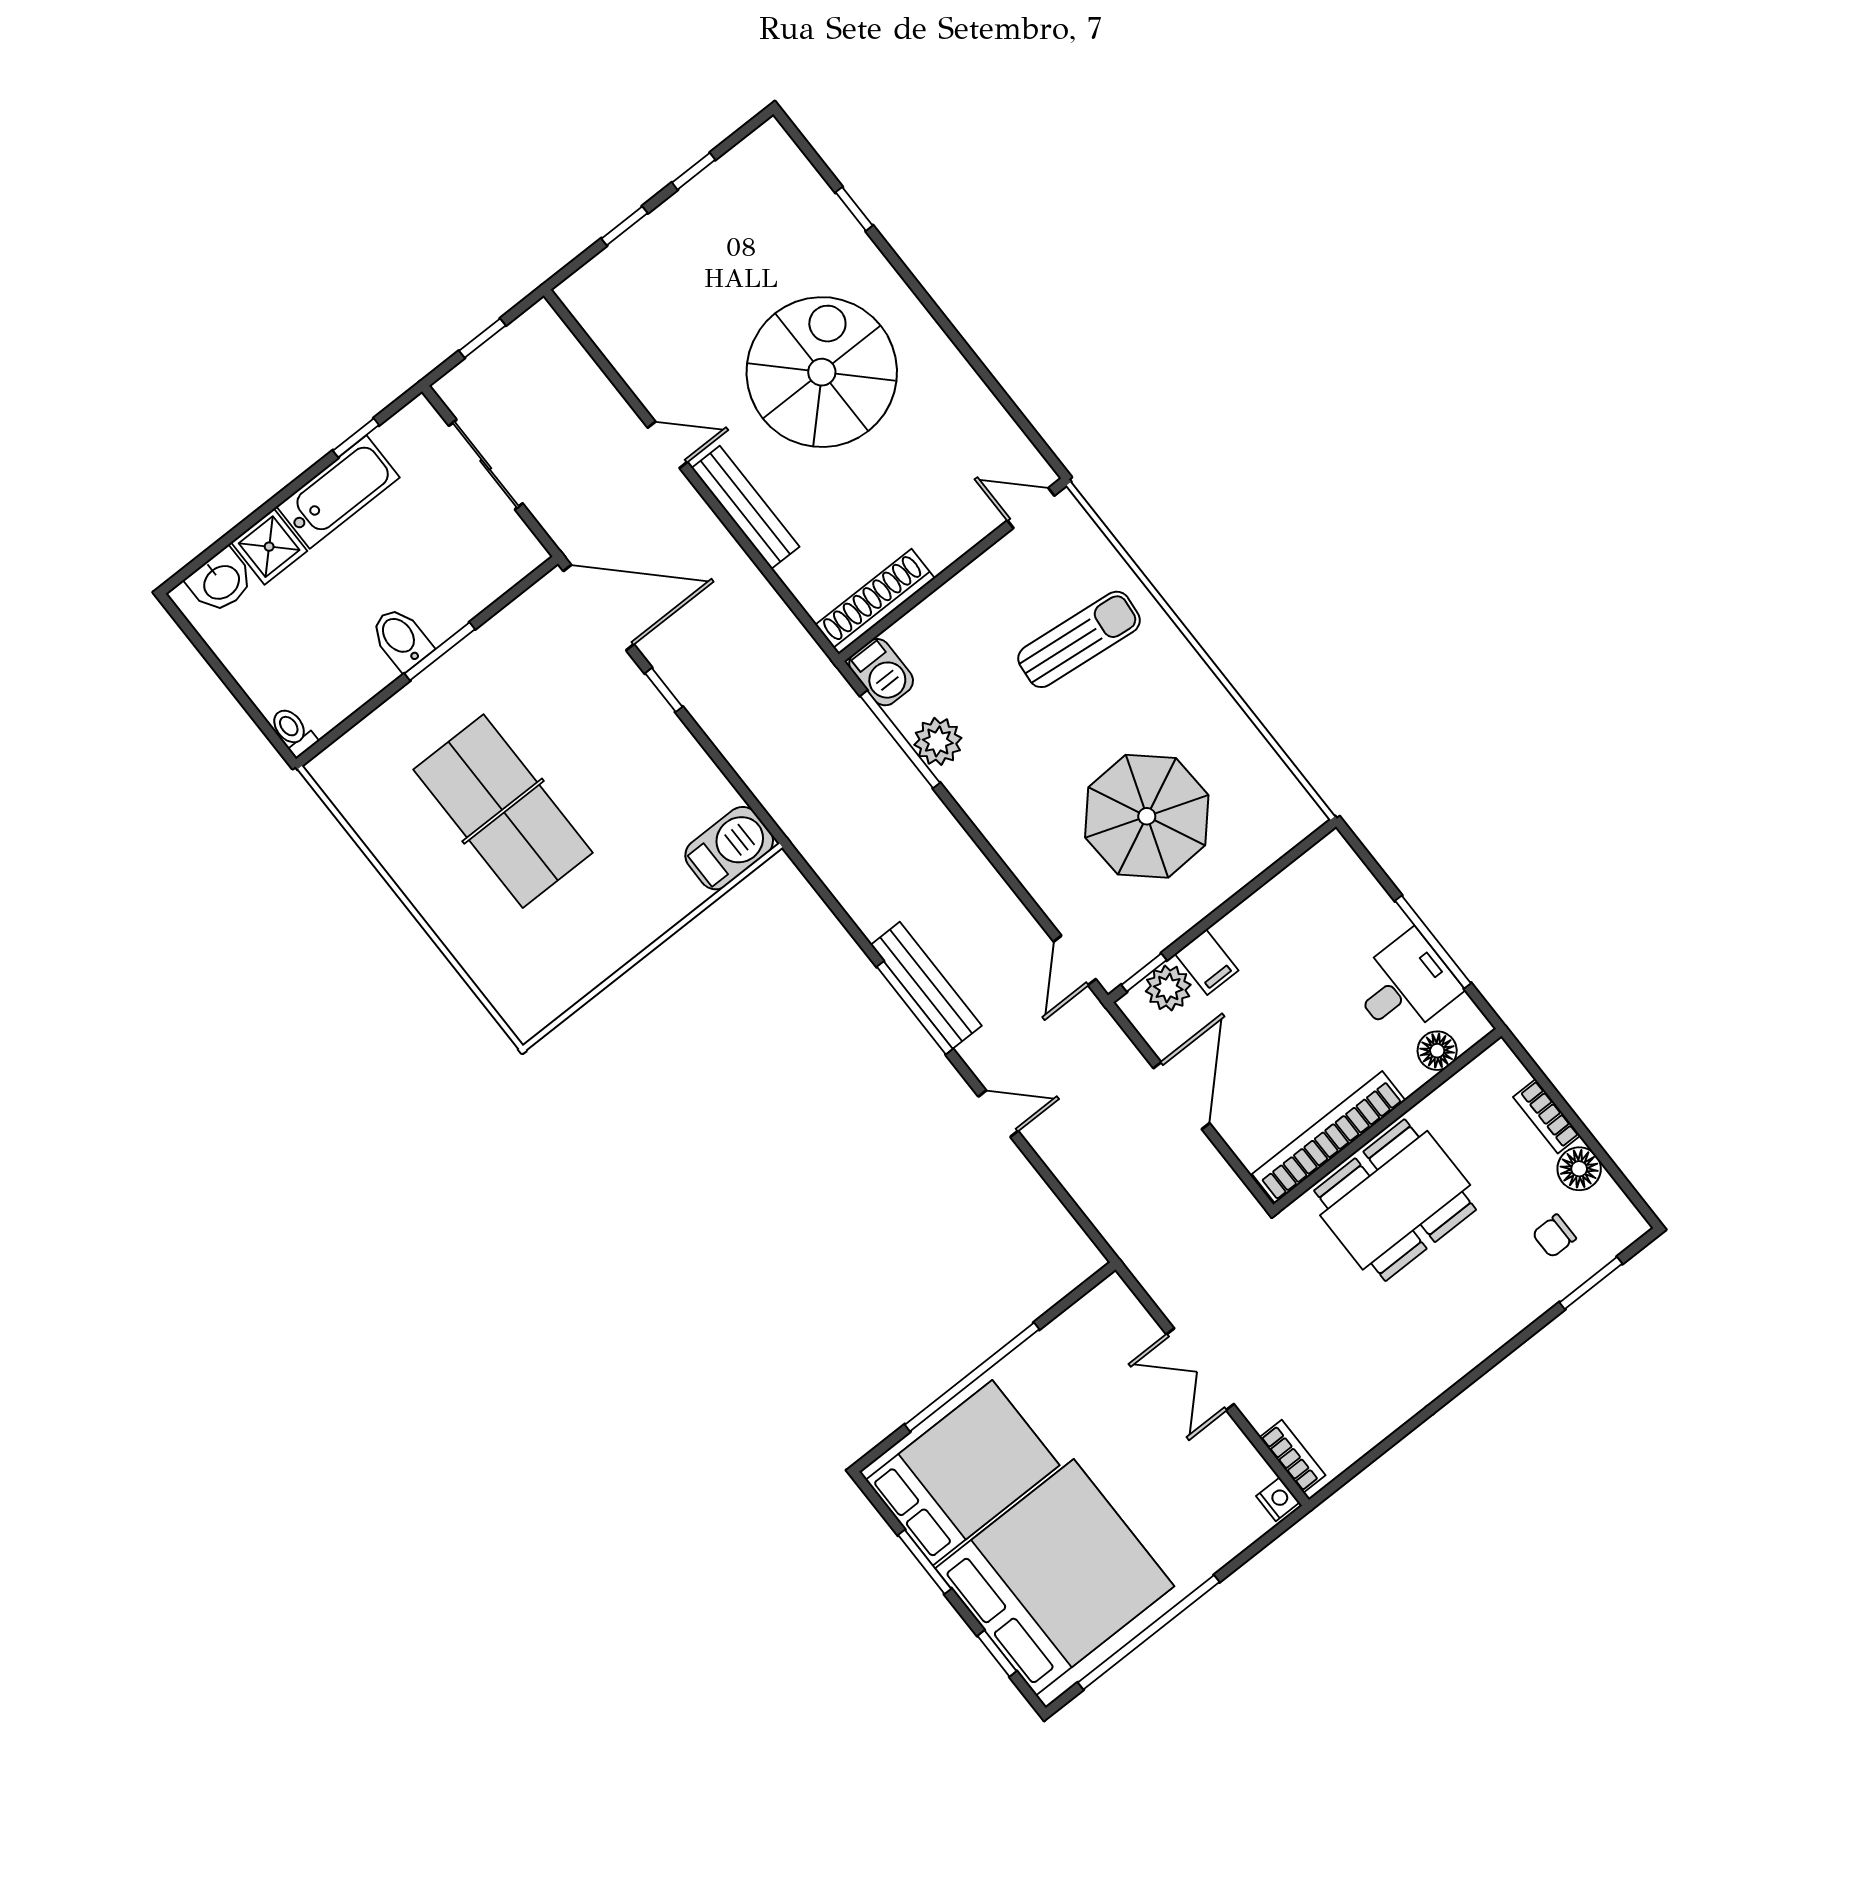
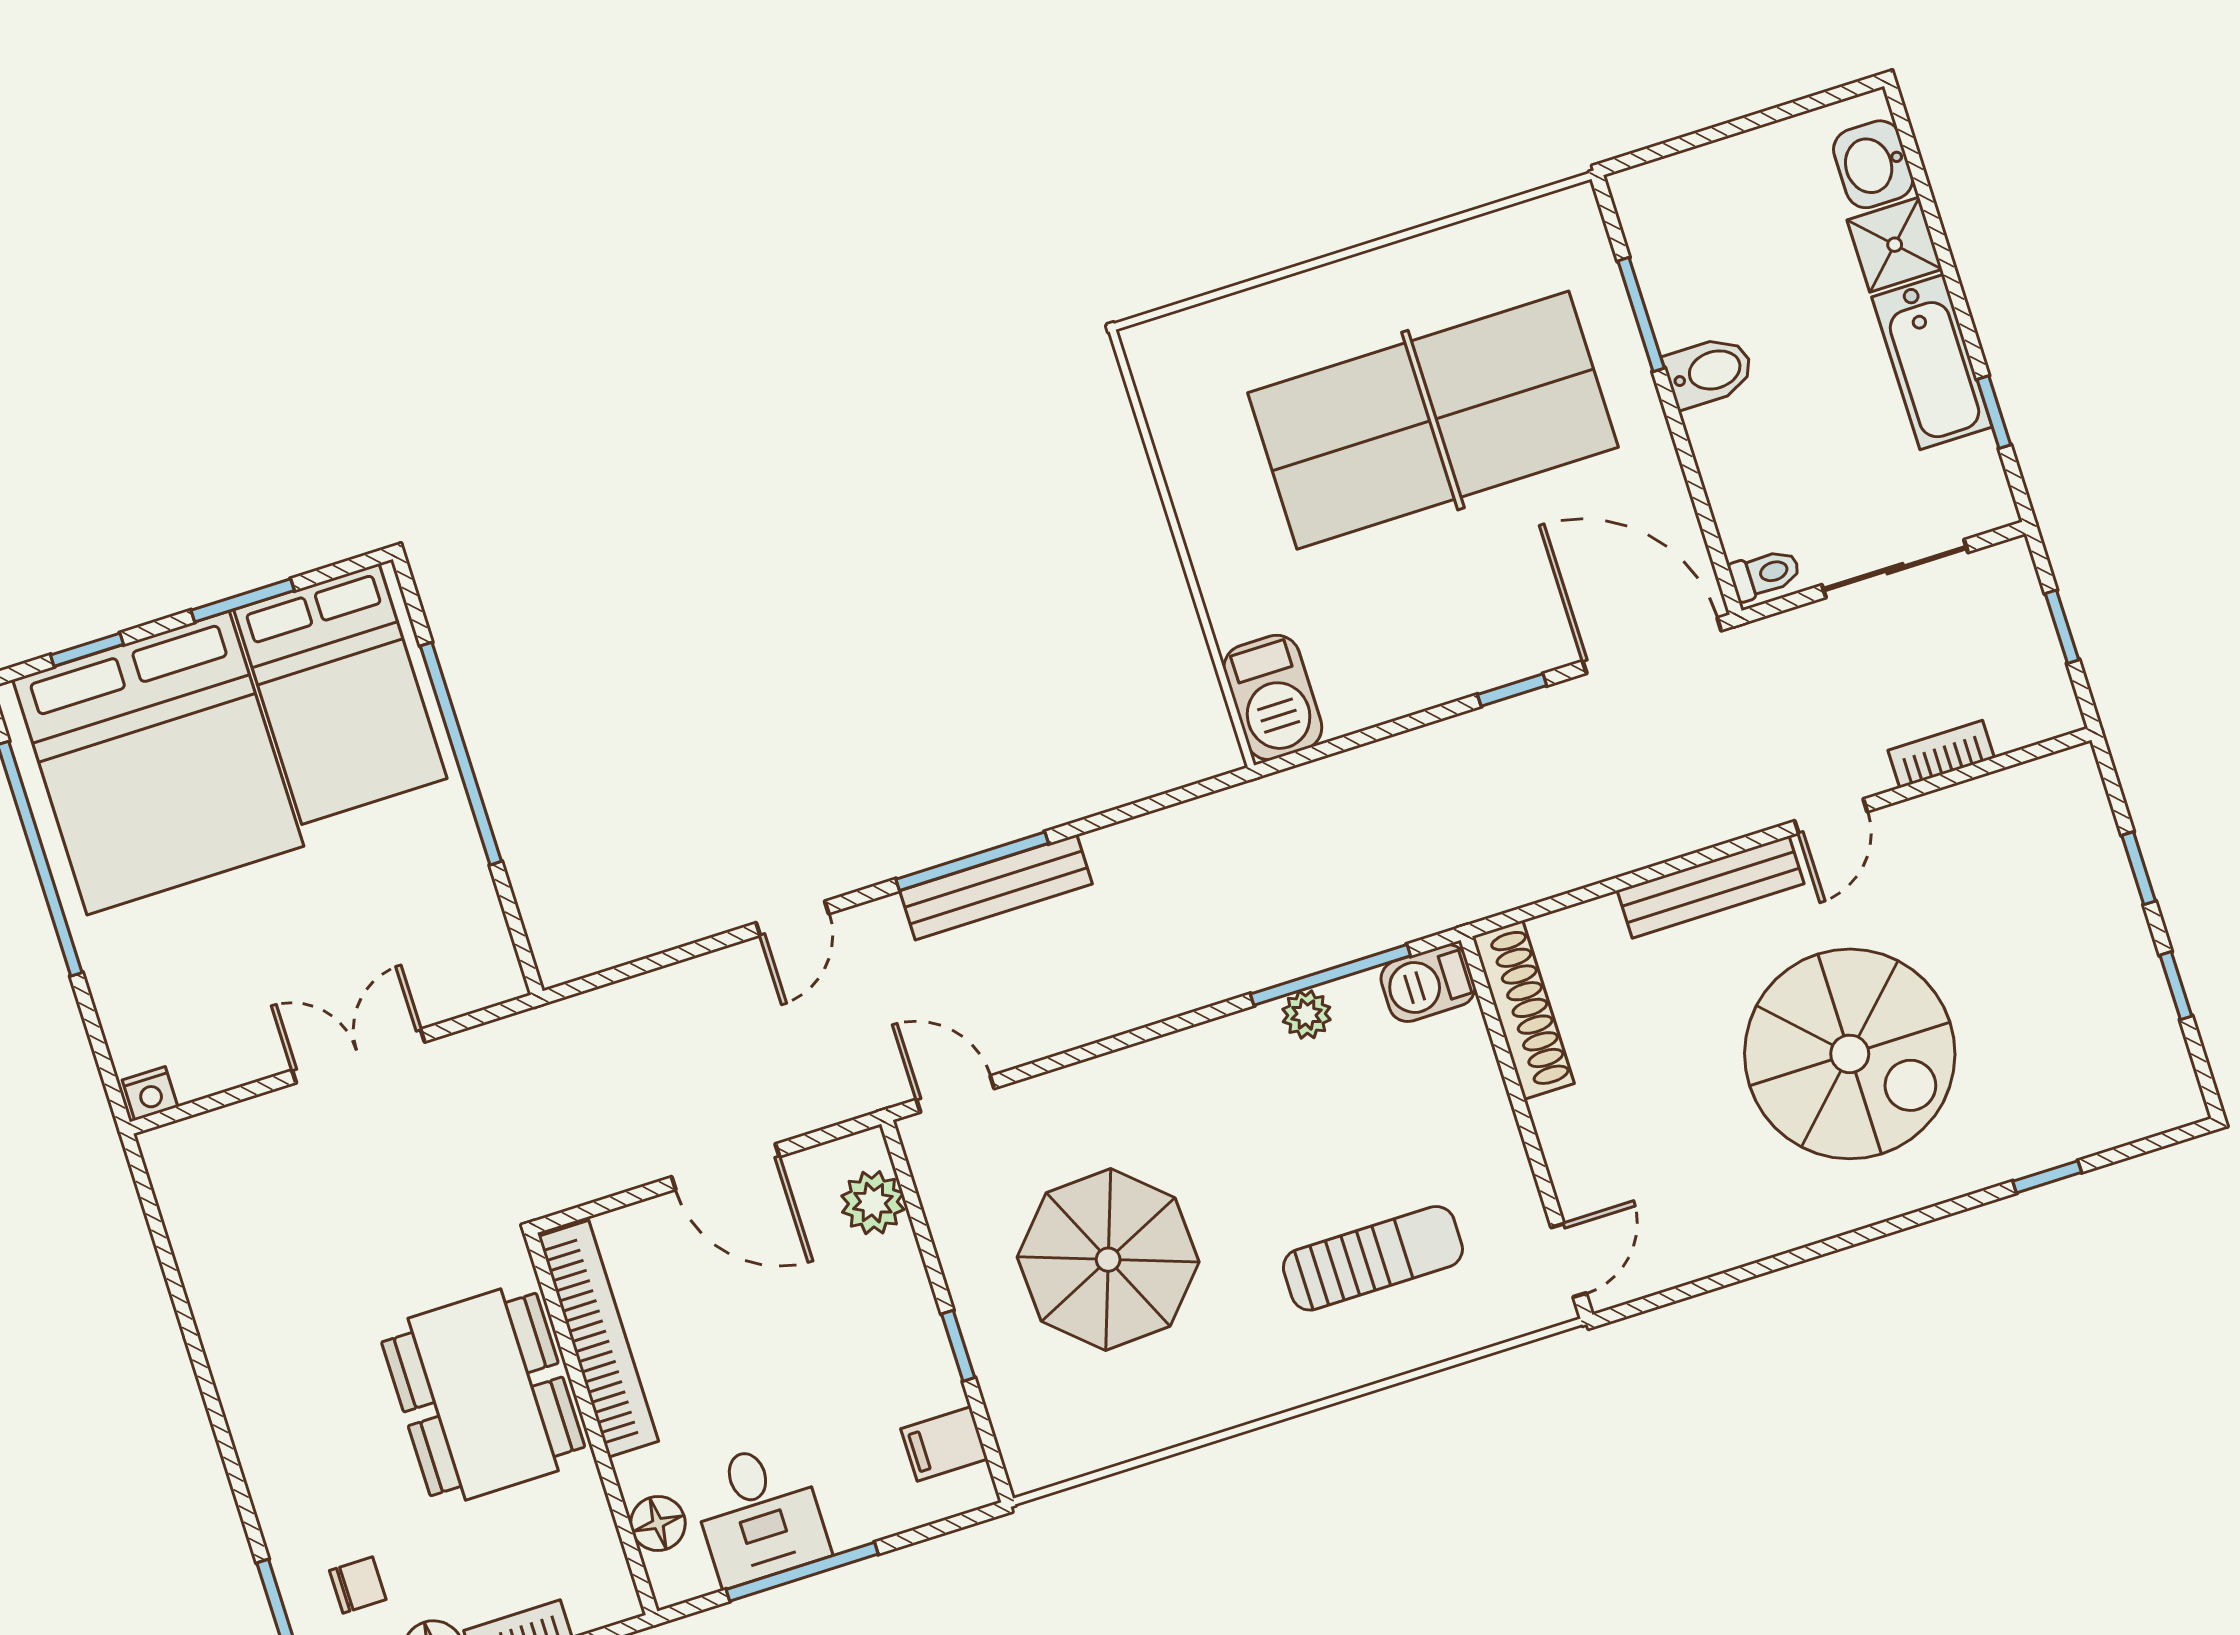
door: (599, 608) -> (1652, 646), swing flipped
sun lounger: (1079, 639) -> (1373, 1258), turned -96
window: (440, 651) -> (1641, 315), moved
toilet: (293, 731) -> (1765, 574), moved
plant: (938, 741) -> (1306, 1014), width x0.73, depth x0.73
table tennis table: (503, 811) -> (1433, 420), width x1.36, depth x1.32
filing cabinet: (1207, 962) -> (944, 1444), moved
window: (1144, 972) -> (958, 1346), moved
chair: (1554, 1236) -> (358, 1585), turned 90
bookcase: (1292, 1456) -> (1941, 754), moved, turned 180

